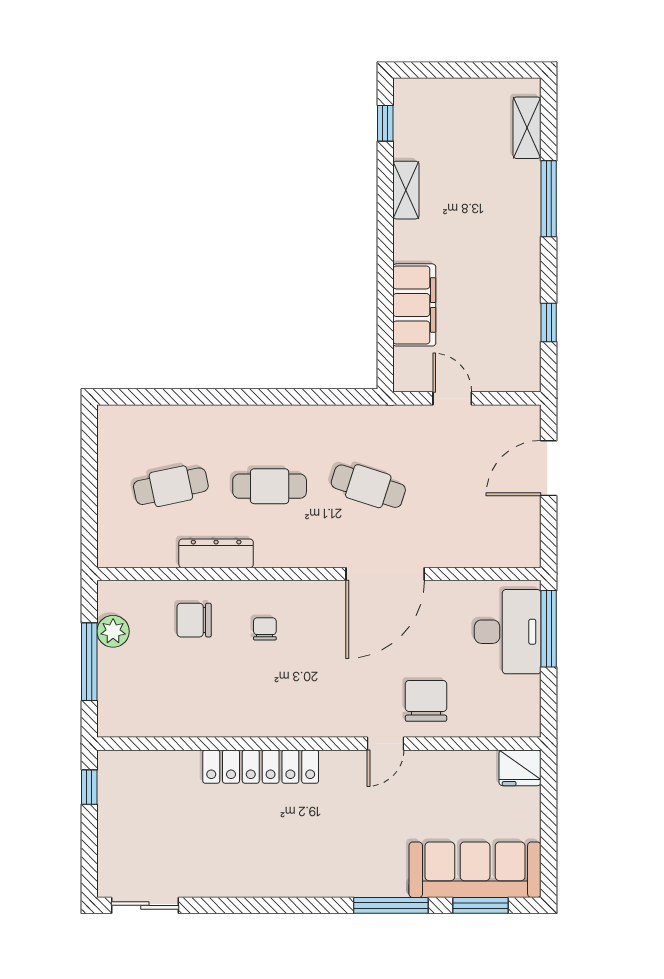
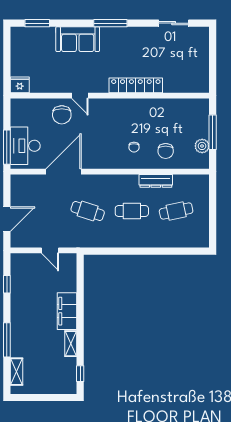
filing cabinet: (414, 305) -> (67, 311), moved
door: (385, 574) -> (63, 172), moved
chair: (194, 620) -> (166, 151), turned 90
door: (385, 744) -> (80, 96), swing flipped
window: (89, 787) -> (213, 76), removed
sofa: (475, 870) -> (78, 39), moved, width x0.73
sliding door: (145, 905) -> (174, 23), moved
window: (391, 905) -> (110, 23), moved

